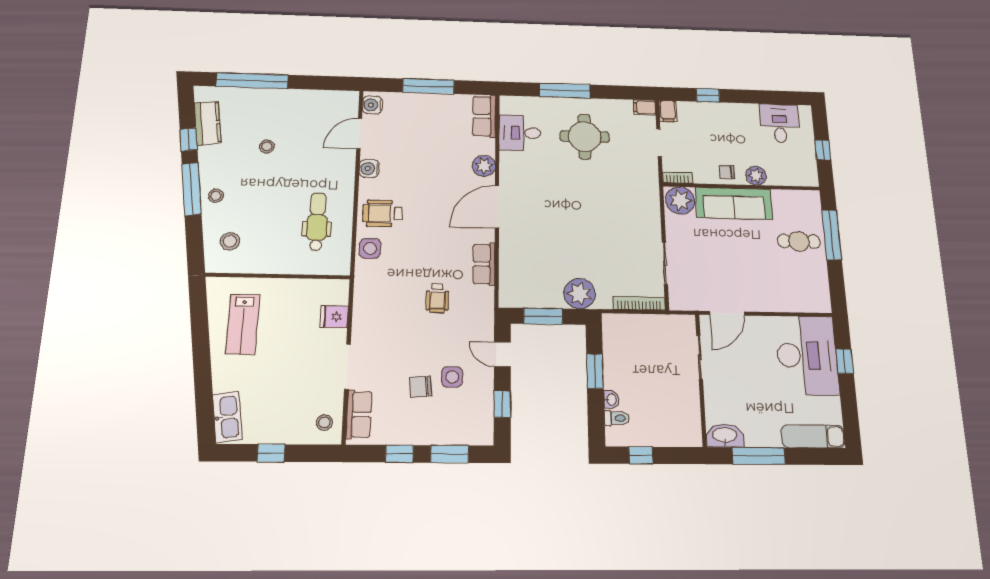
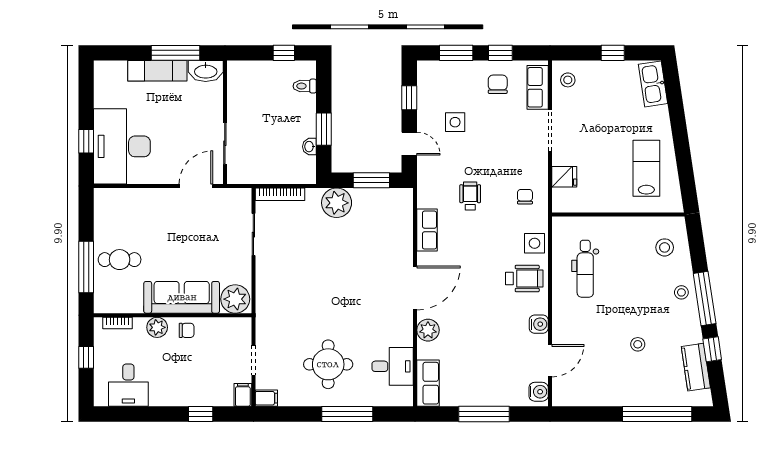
bookcase: (677, 178) -> (118, 323), moved
chair: (378, 296) -> (525, 197), added
chair: (421, 387) -> (498, 84), moved, turned -85
washbasin: (611, 400) -> (309, 147), moved
exam couch: (813, 436) -> (157, 71), moved

